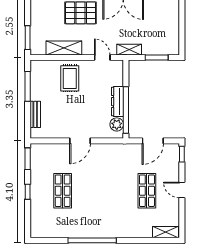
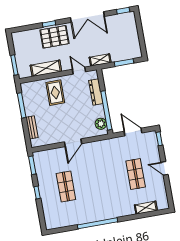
dresser: (118, 102) -> (96, 92), moved
door: (153, 141) -> (133, 132), swing flipped
shelving: (165, 232) -> (146, 208), moved

